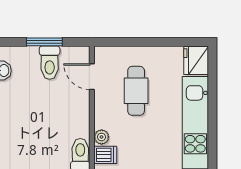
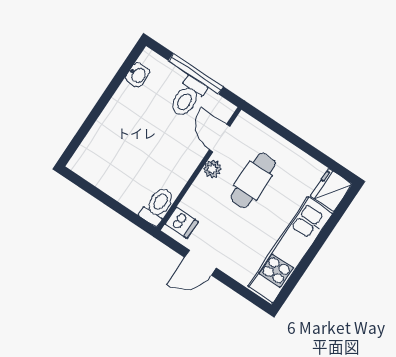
window: (44, 42) -> (196, 74), width x1.44
plant: (102, 137) -> (212, 169), moved

